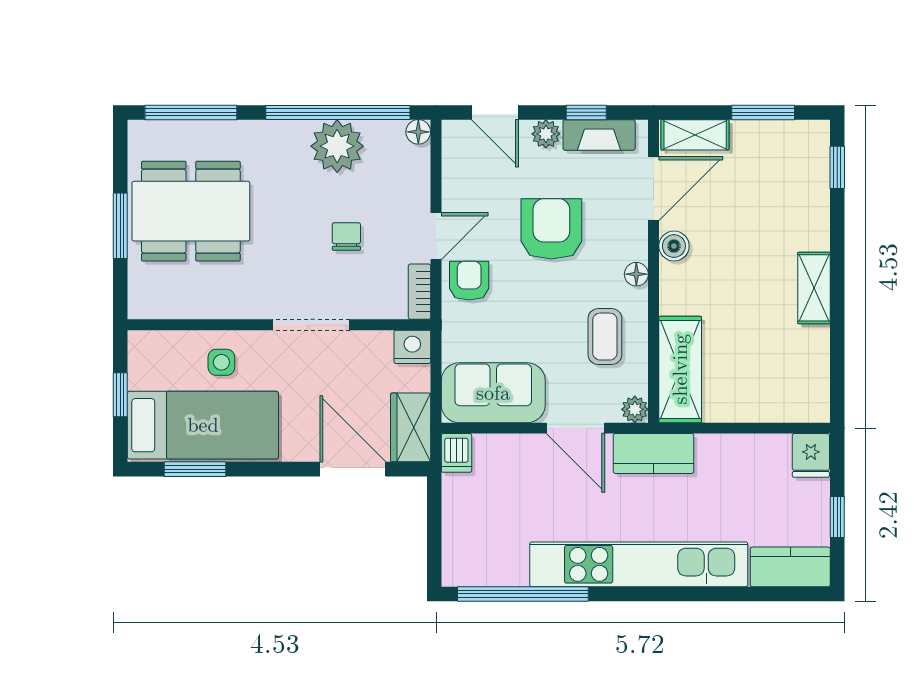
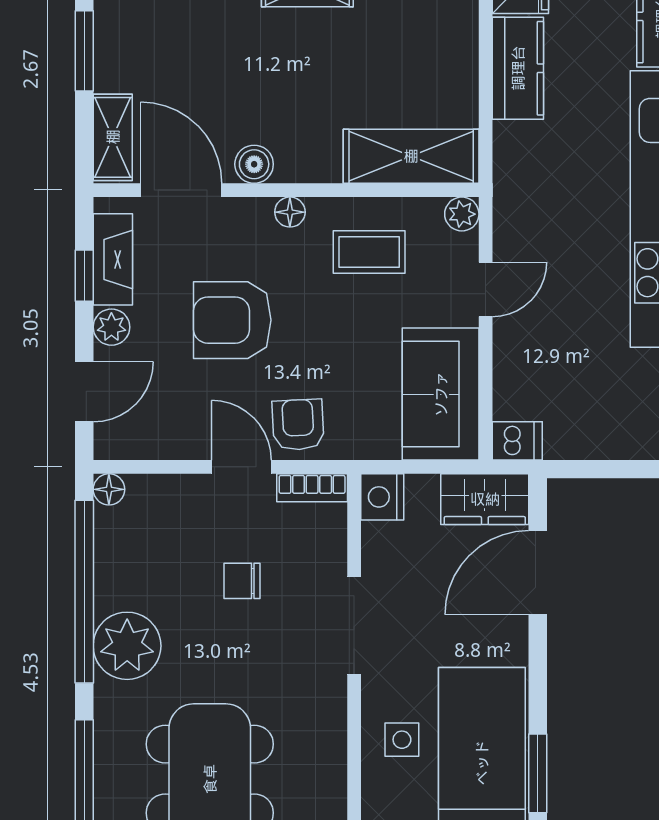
plant: (337, 146) -> (127, 646), moved
armchair: (469, 281) -> (298, 425), turned 87
door: (576, 428) -> (486, 289), width x0.73
kitchen counter: (654, 454) -> (518, 68), moved

